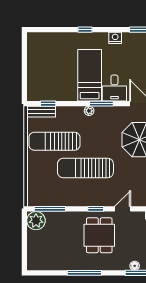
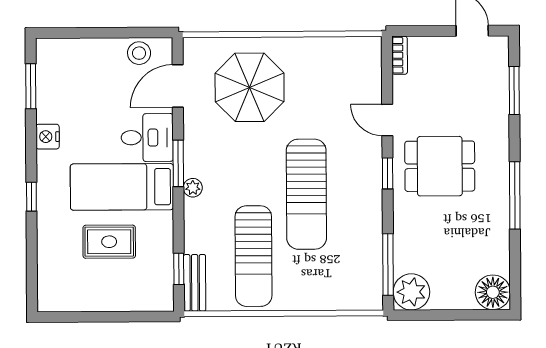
rug: (62, 69) -> (109, 242), added
floor lamp: (135, 266) -> (493, 292), moved, width x1.89, depth x1.89

